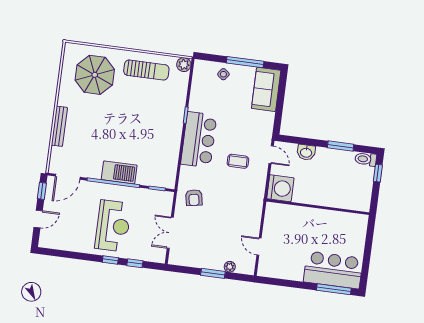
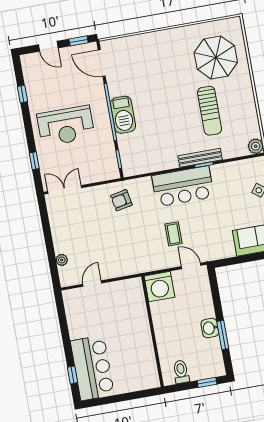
sun lounger: (146, 70) -> (210, 111), moved
bench: (59, 126) -> (200, 158), moved
washbasin: (306, 152) -> (210, 328), moved
door: (271, 155) -> (191, 266), swing flipped
toilet: (366, 159) -> (181, 372), moved
double door: (170, 233) -> (65, 190), moved
window: (110, 260) -> (22, 94), moved
window: (213, 273) -> (49, 245), removed
window: (334, 289) -> (73, 375), width x0.46

